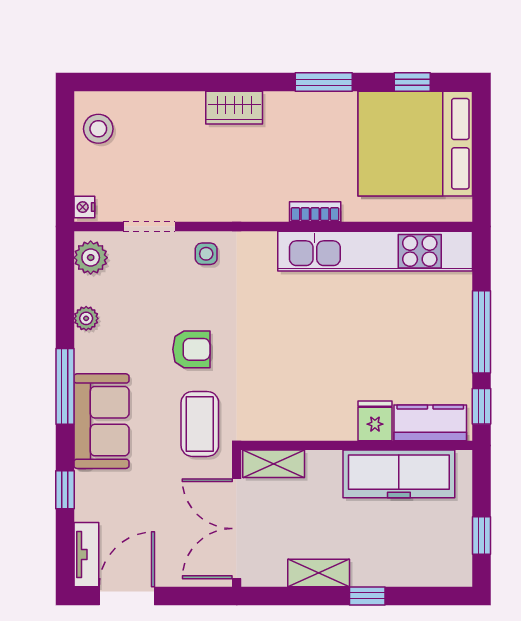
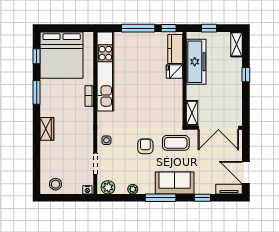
window: (481, 535) -> (209, 28), moved
shelving: (319, 573) -> (236, 44), moved

